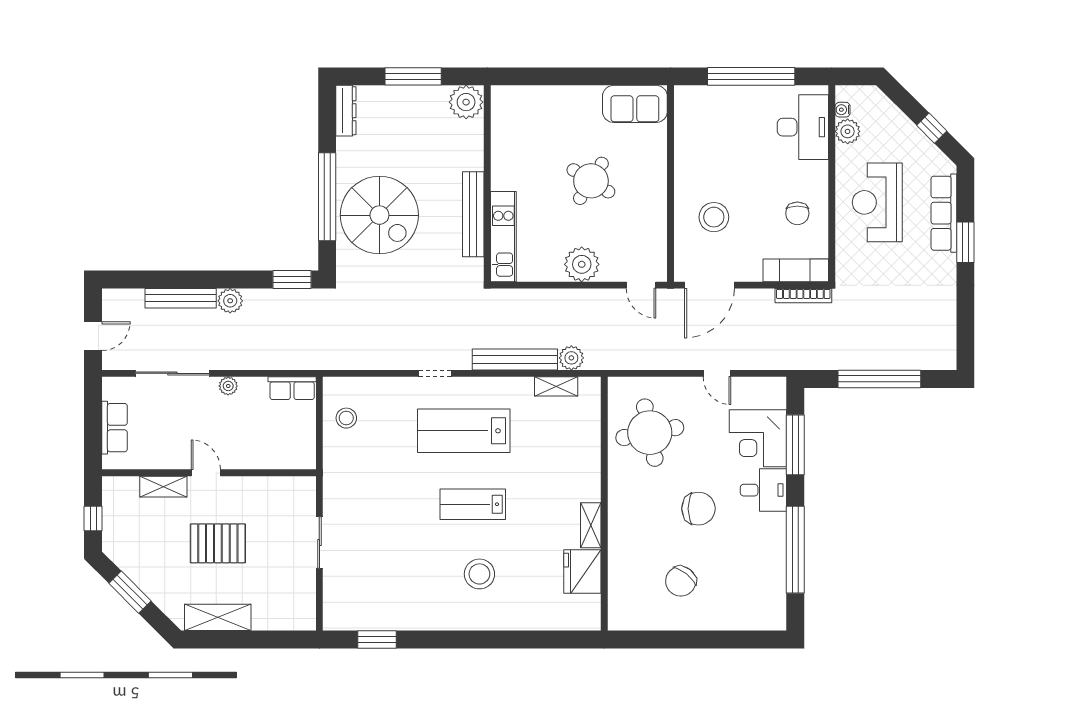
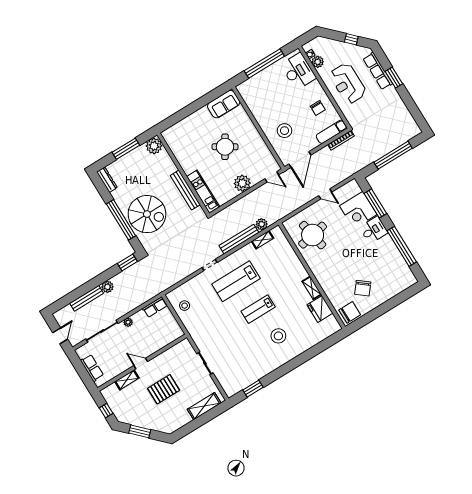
chair: (698, 509) -> (350, 312), moved
shelving: (218, 617) -> (204, 406), moved

